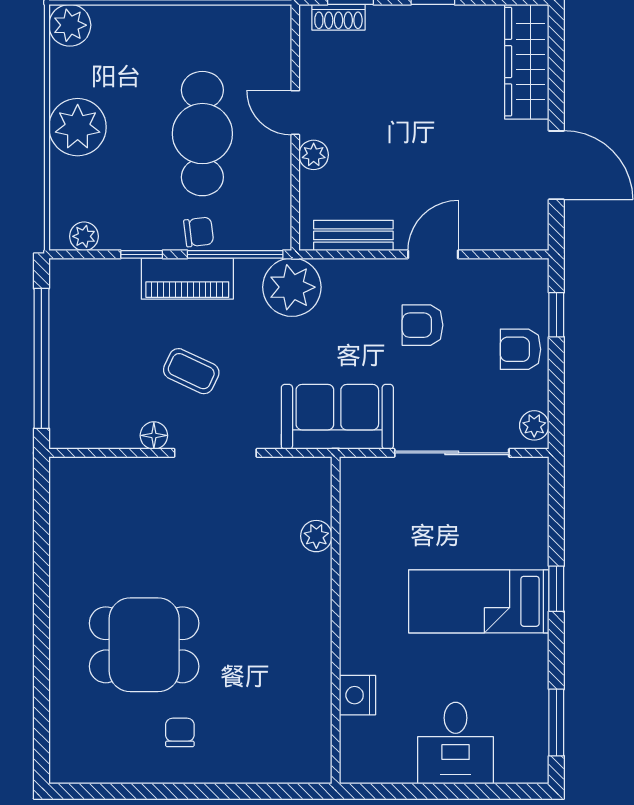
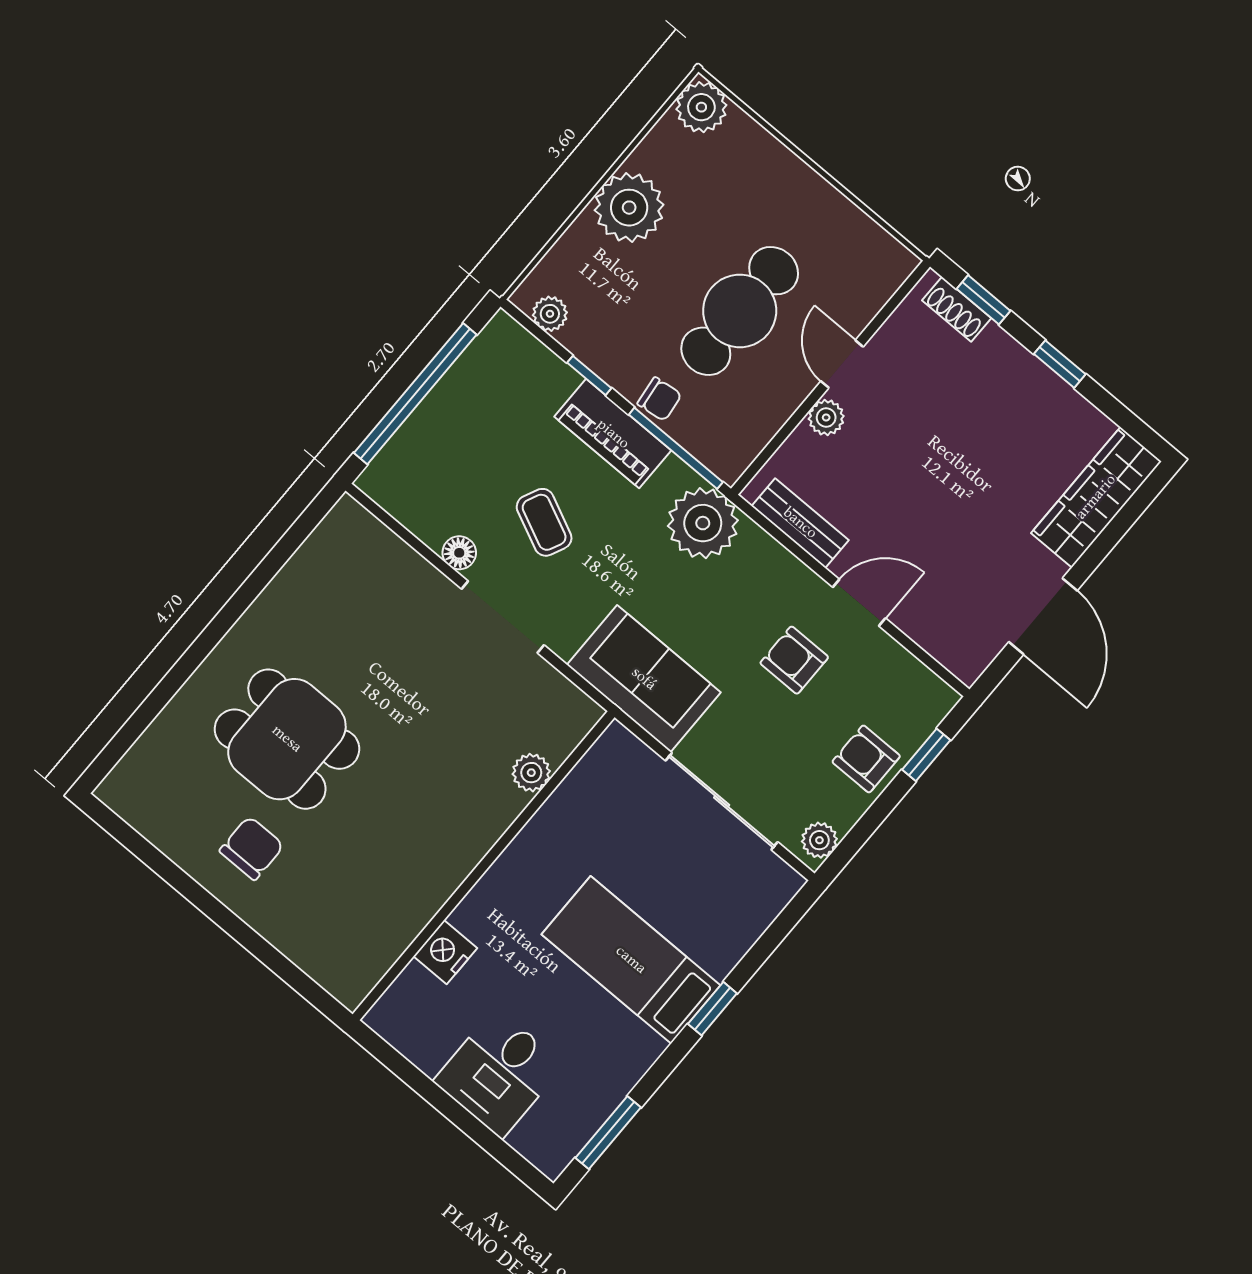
chair: (180, 732) -> (252, 848), width x1.37, depth x1.37

